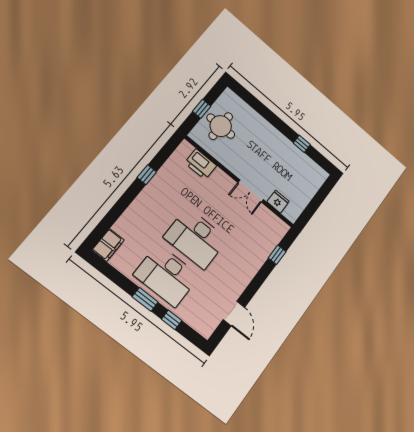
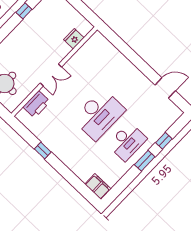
double door: (251, 191) -> (51, 75), moved
window: (277, 255) -> (120, 44), removed
desk: (167, 275) -> (127, 142), width x0.73, depth x0.77

